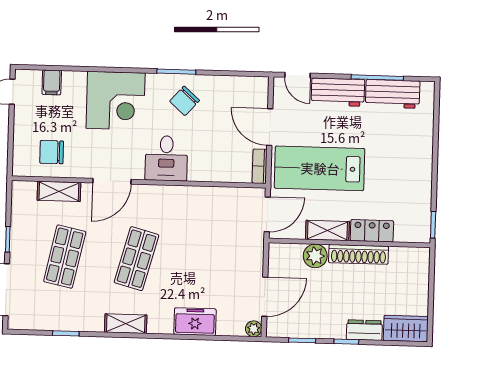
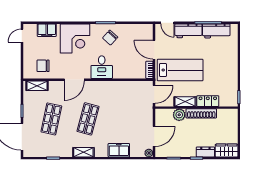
filing cabinet: (52, 82) -> (47, 30), width x2.00
lab bench: (320, 168) -> (180, 70), turned 180
shelving: (59, 191) -> (37, 86), moved

